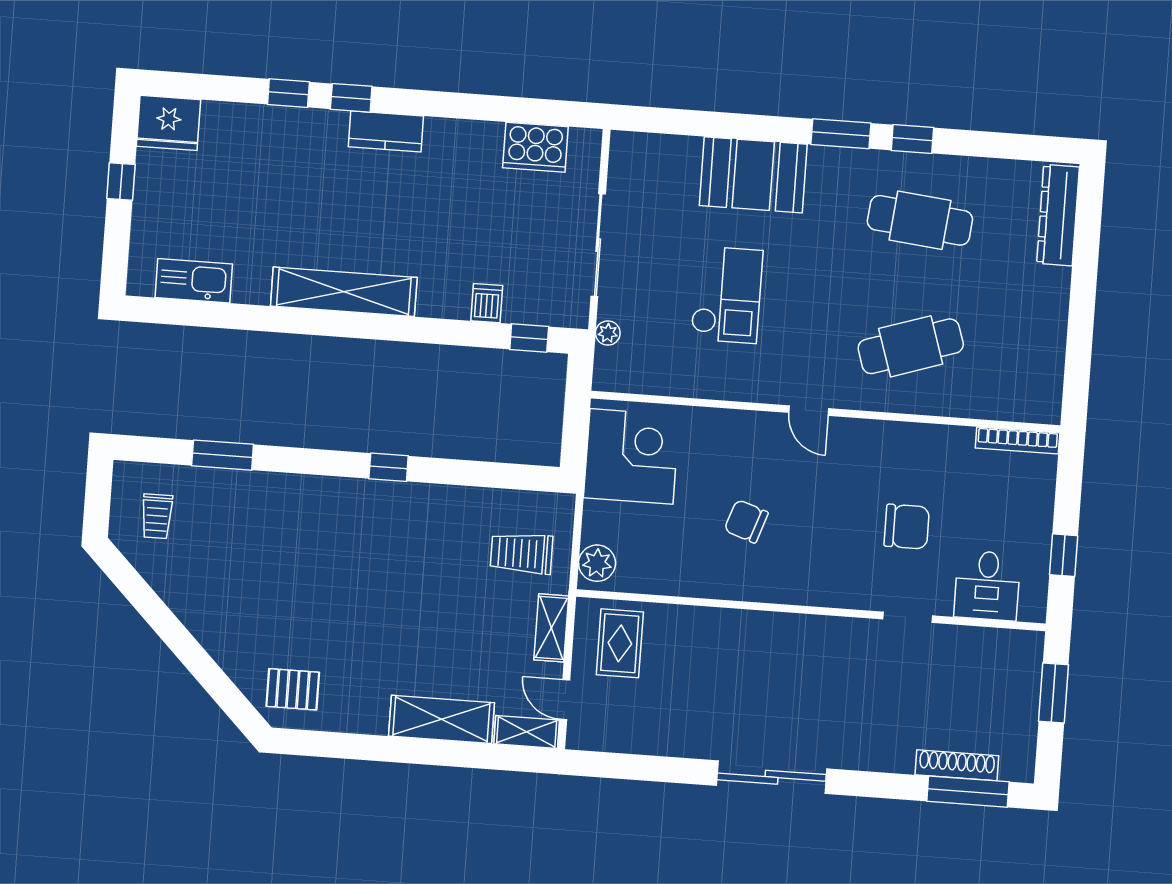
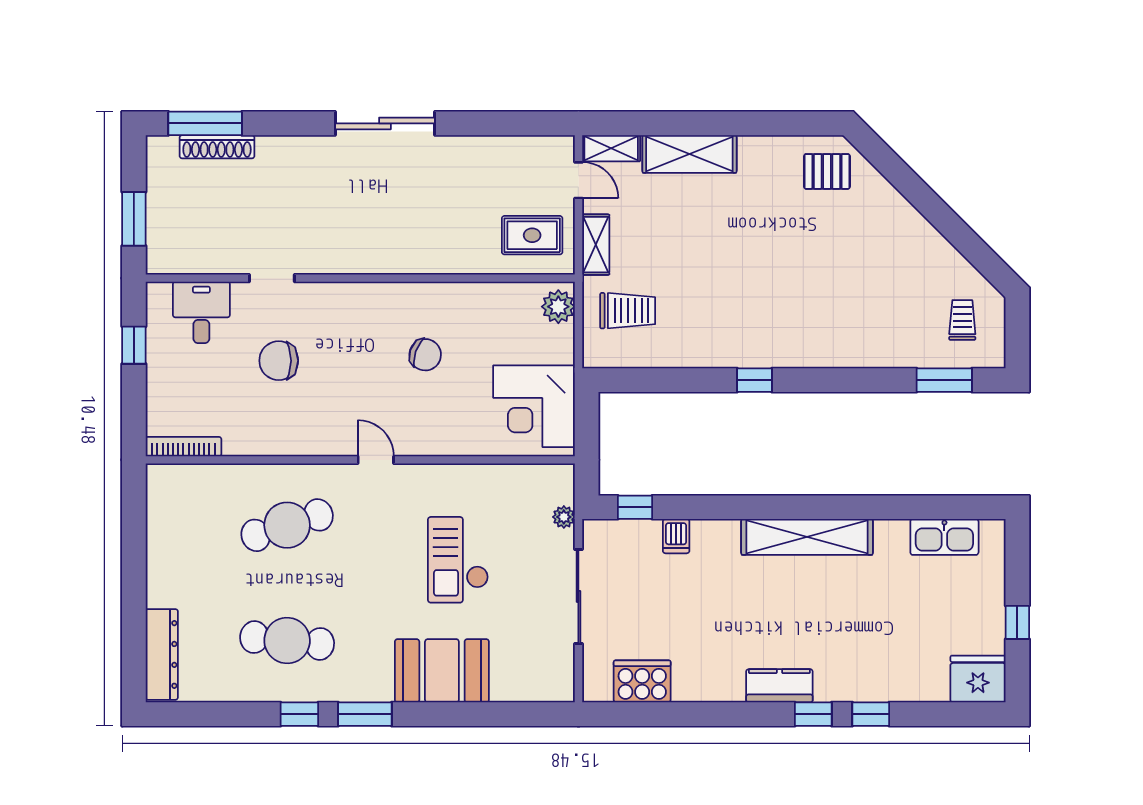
window: (223, 455) -> (944, 380), moved
rug: (620, 643) -> (532, 235), turned 90

